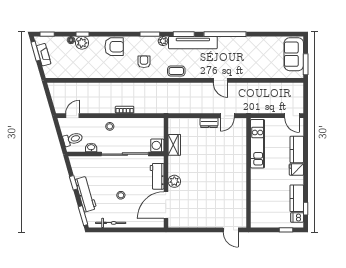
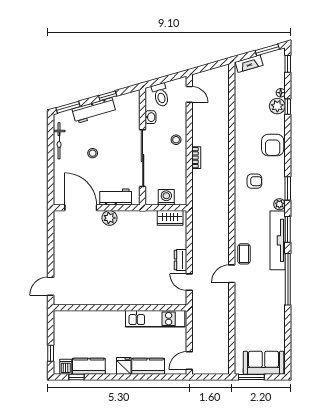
fireplace: (44, 55) -> (249, 64), moved
coffee table: (176, 71) -> (244, 254), moved
washing machine: (157, 145) -> (166, 197), moved
wardrobe: (174, 145) -> (170, 218), moved

